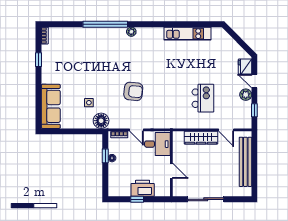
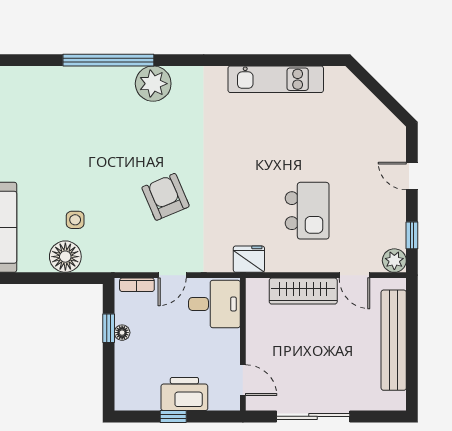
plant: (131, 32) -> (153, 84), width x1.87, depth x1.87
fridge: (245, 67) -> (249, 259), moved, turned 90
armchair: (133, 91) -> (166, 197), turned -119
plant: (246, 95) -> (394, 261), moved
floor lamp: (101, 121) -> (65, 257), moved
door: (137, 130) -> (172, 275), hinge flipped
door: (171, 171) -> (243, 380), moved

